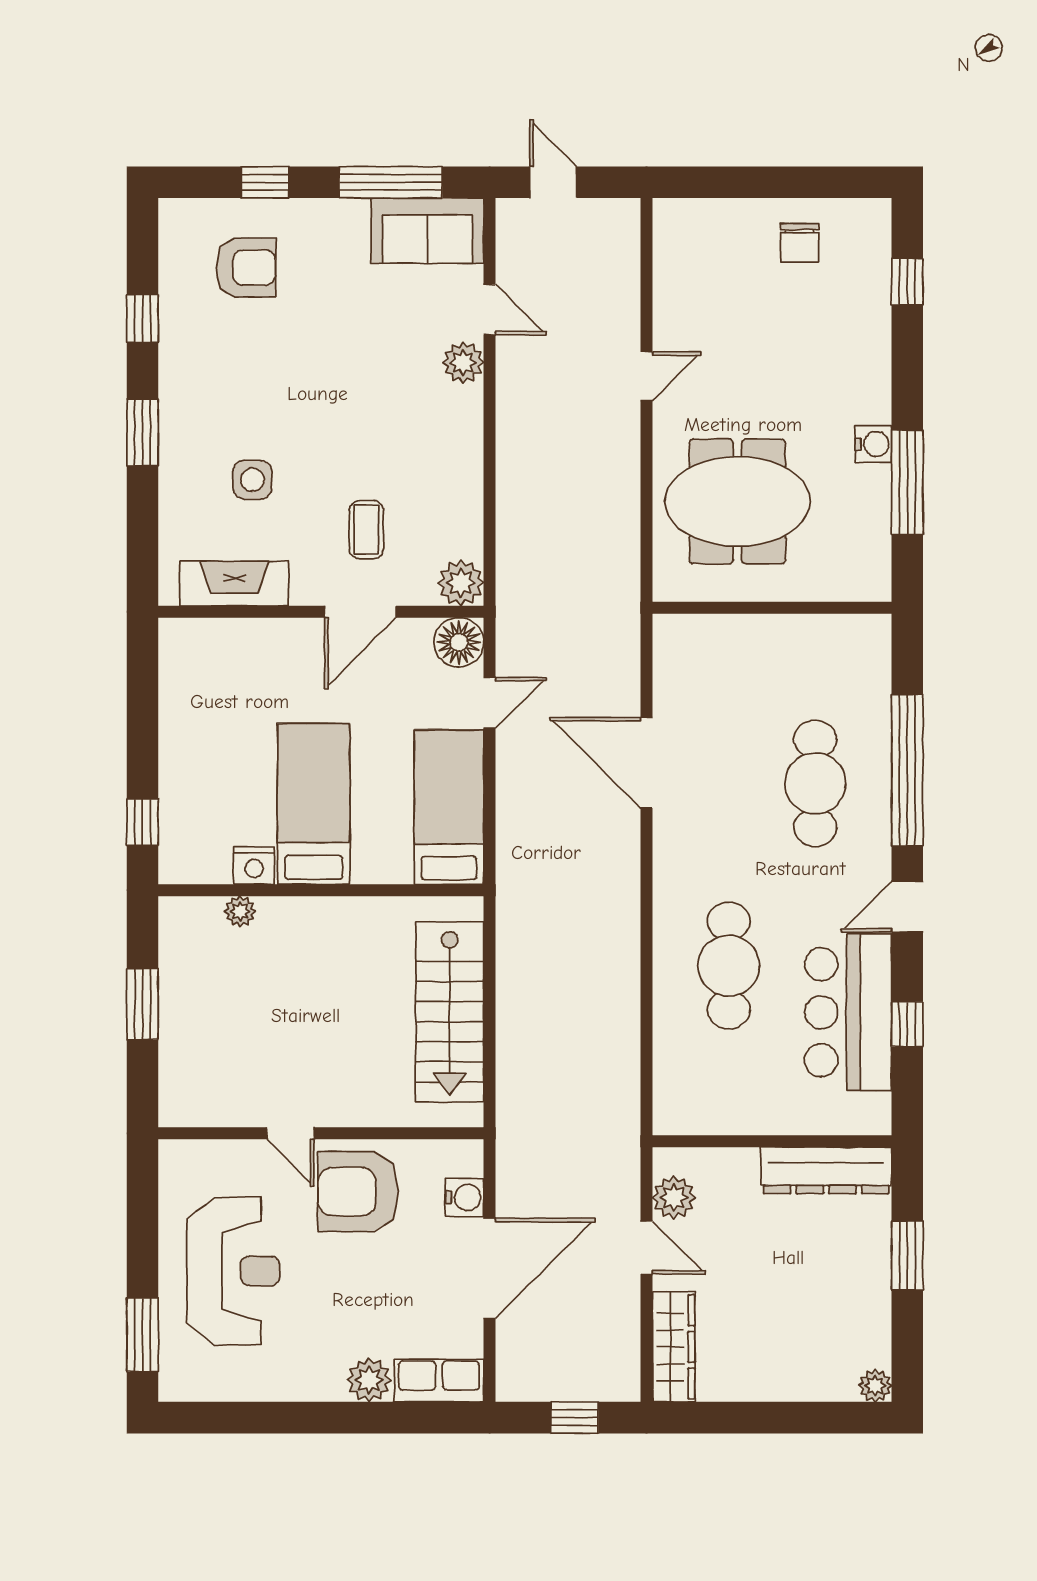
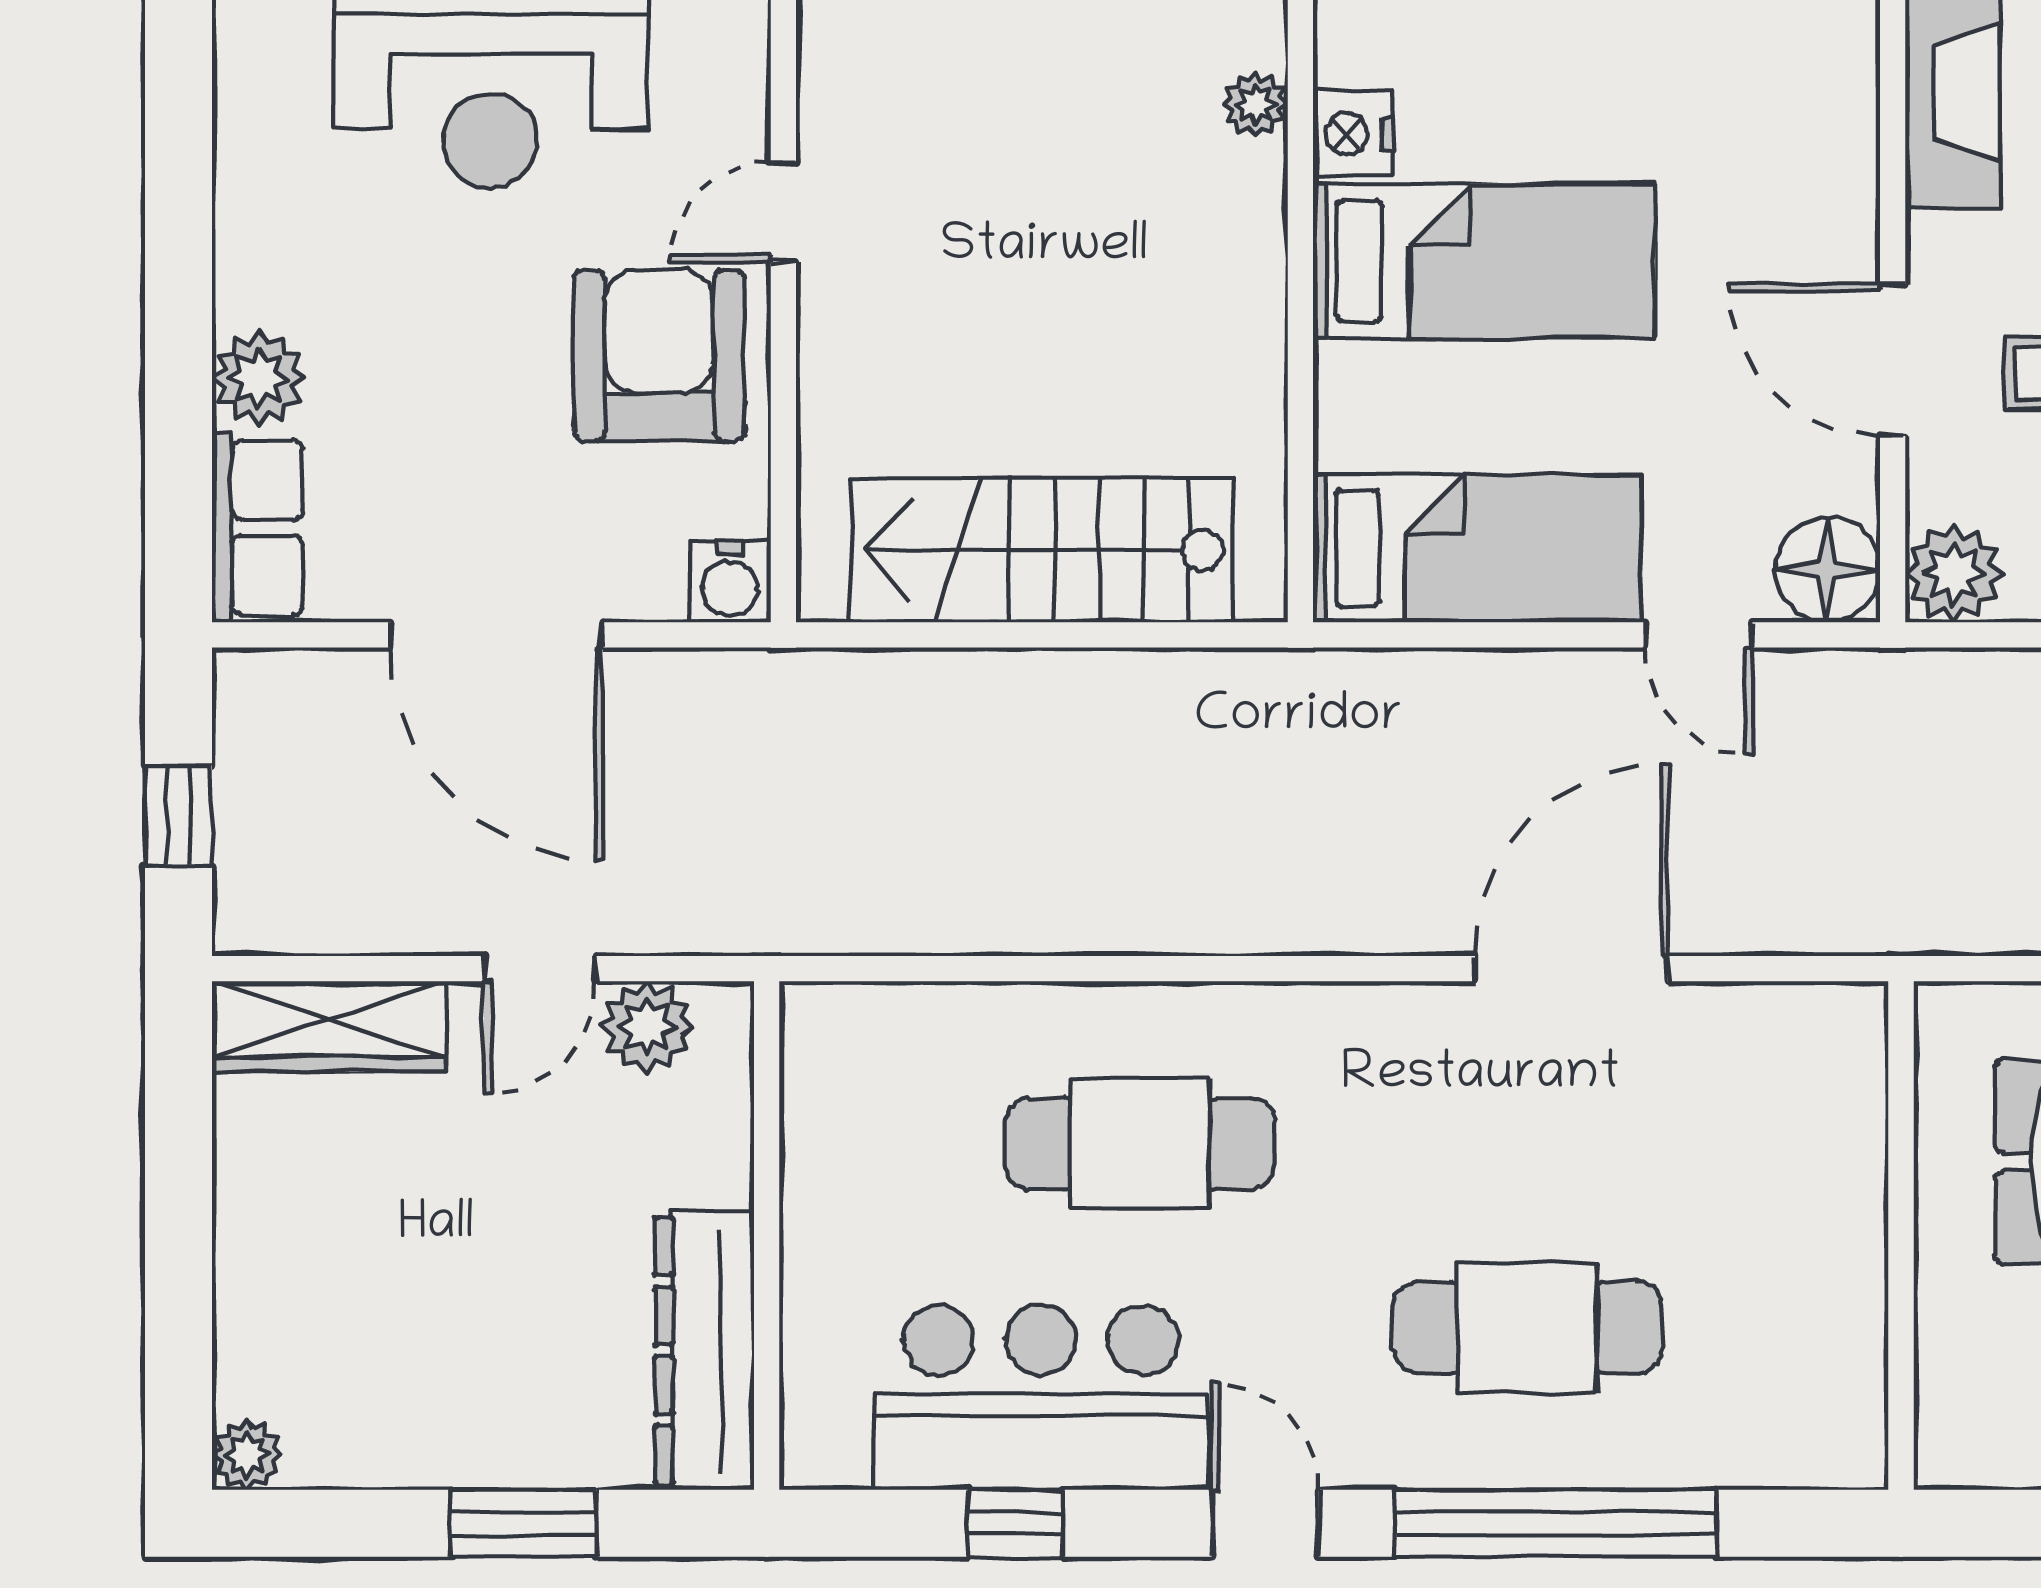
water cooler: (465, 1197) -> (730, 582), moved

